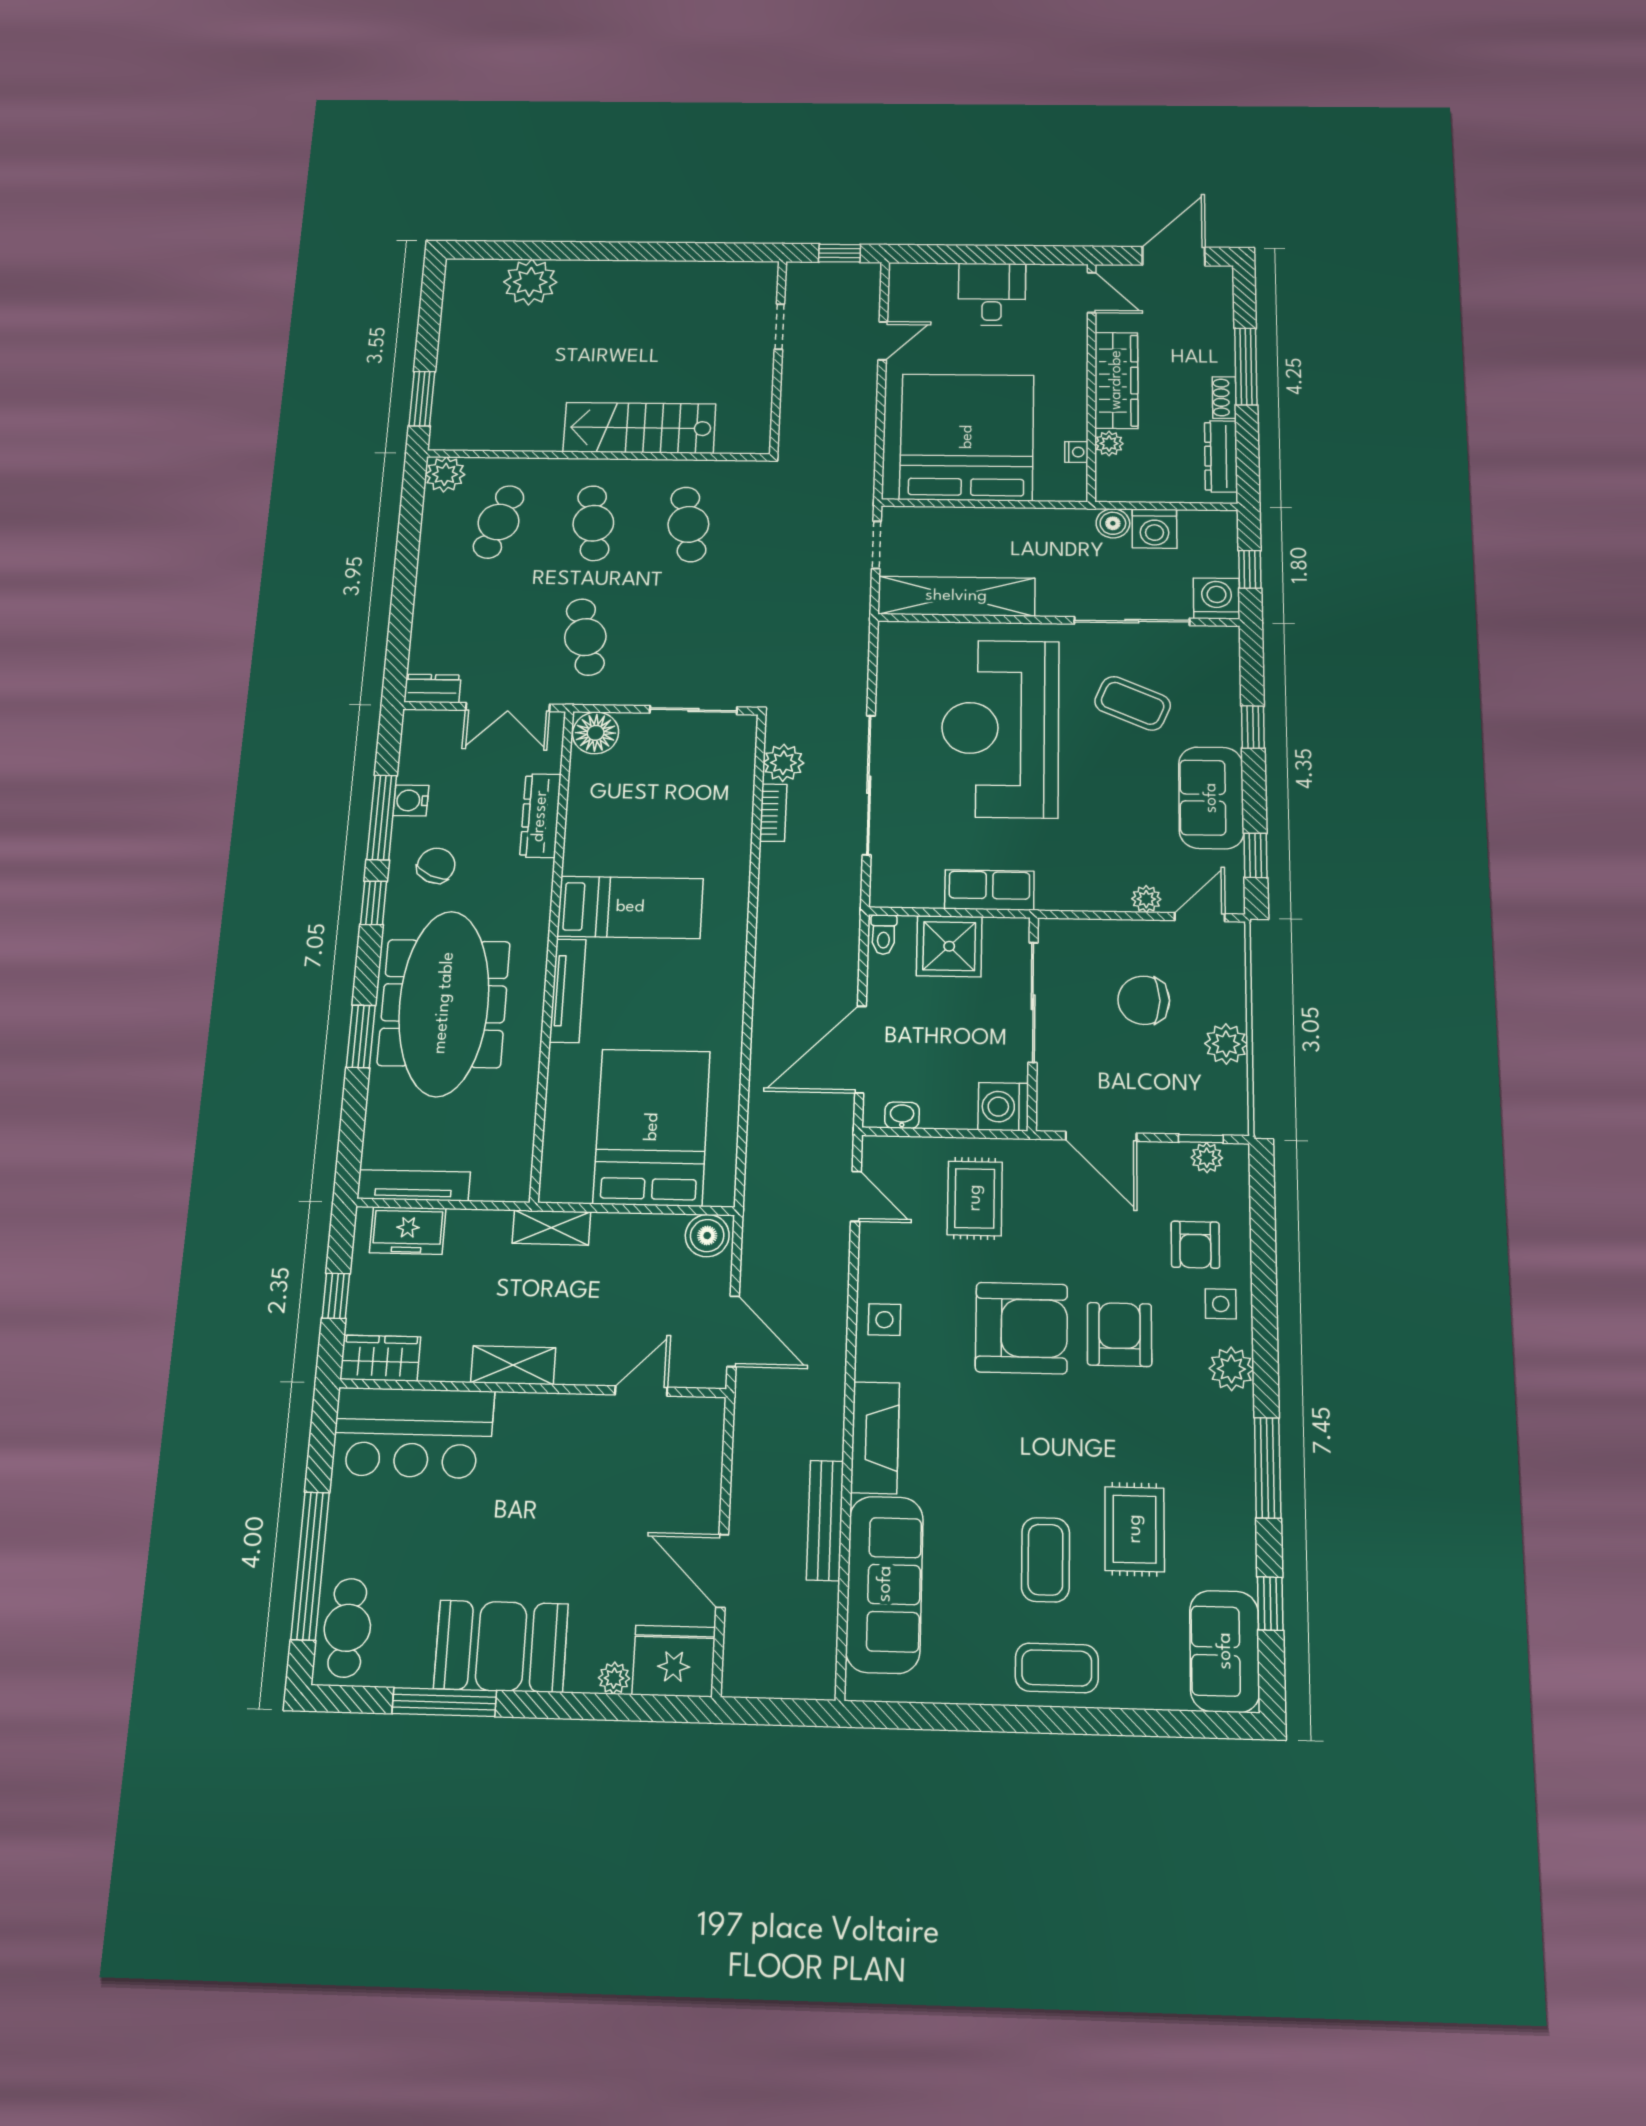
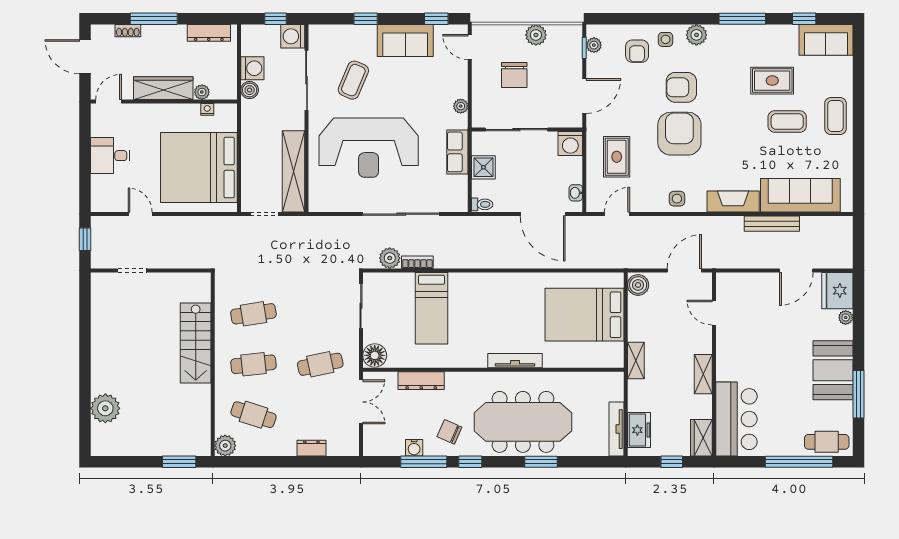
shoe rack: (1224, 398) -> (128, 31), moved
dresser: (432, 689) -> (311, 448), moved, turned 90
plant: (1146, 899) -> (461, 106), moved
bed: (630, 907) -> (432, 308), moved, turned 180
shower: (949, 946) -> (483, 167), width x0.73, depth x0.73
rug: (975, 1198) -> (617, 157), turned 90
armchair: (1195, 1245) -> (637, 51), turned 90

